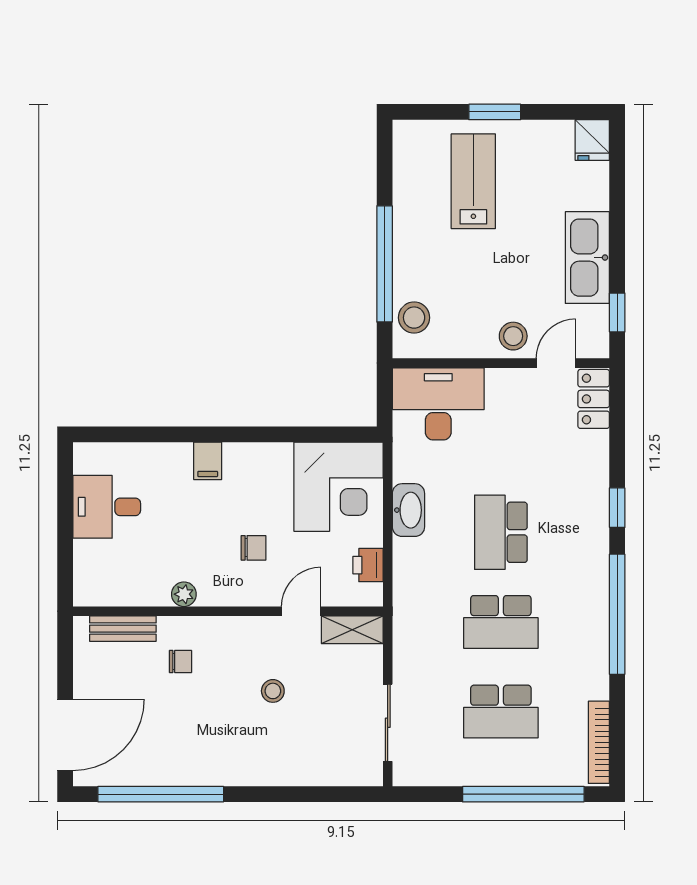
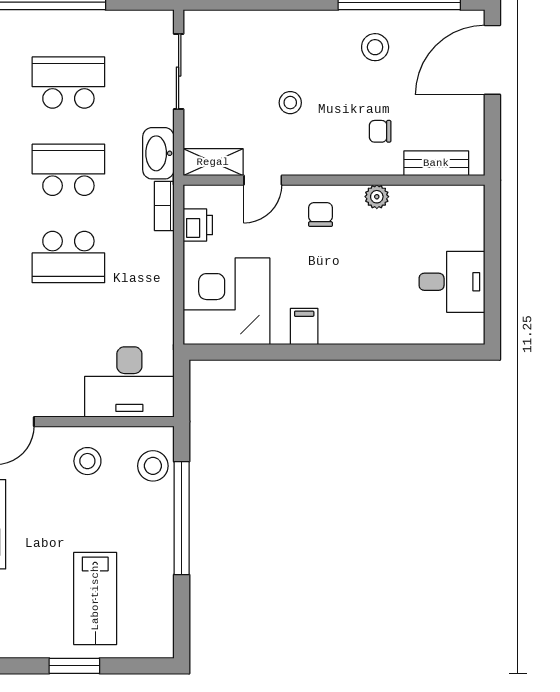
stool: (513, 336) -> (87, 461), moved
filing cabinet: (208, 461) -> (304, 326), moved
washbasin: (408, 510) -> (158, 153), moved
school desk: (501, 532) -> (68, 257), turned 90
chair: (253, 548) -> (320, 214), moved, turned 90
bookcase: (402, 585) -> (164, 206), added
stool: (186, 748) -> (375, 47), added

